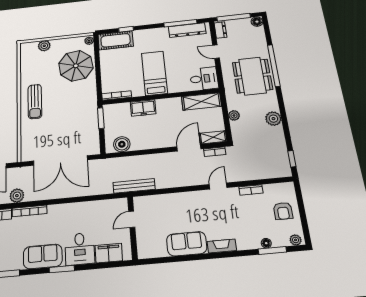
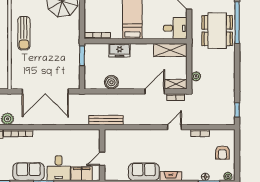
plant: (234, 115) -> (196, 76), moved
plant: (273, 119) -> (228, 73), removed
boiler: (122, 144) -> (111, 82), moved
door: (132, 219) -> (102, 159), moved

